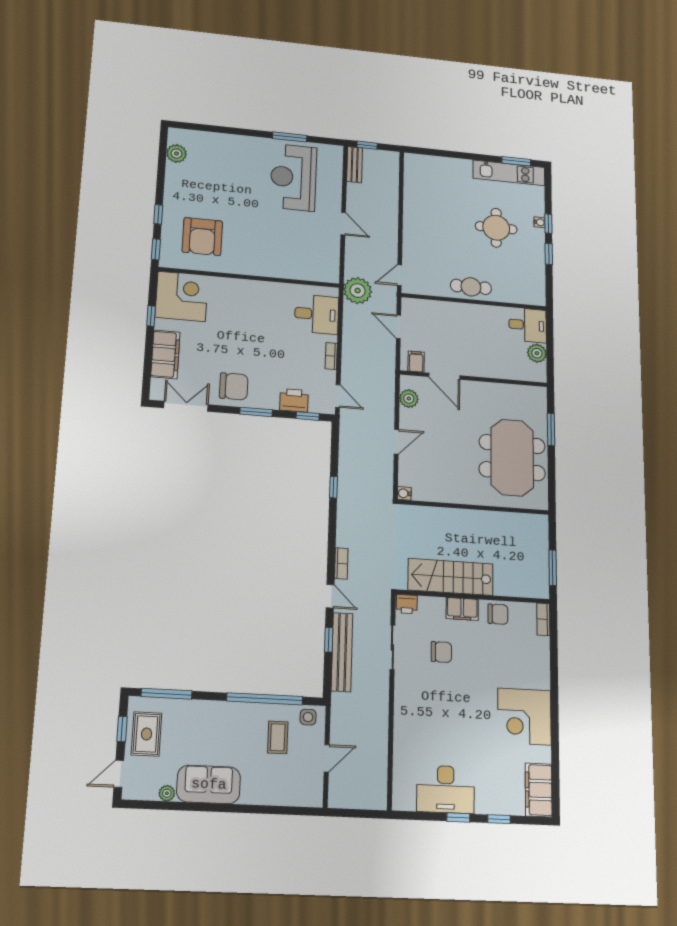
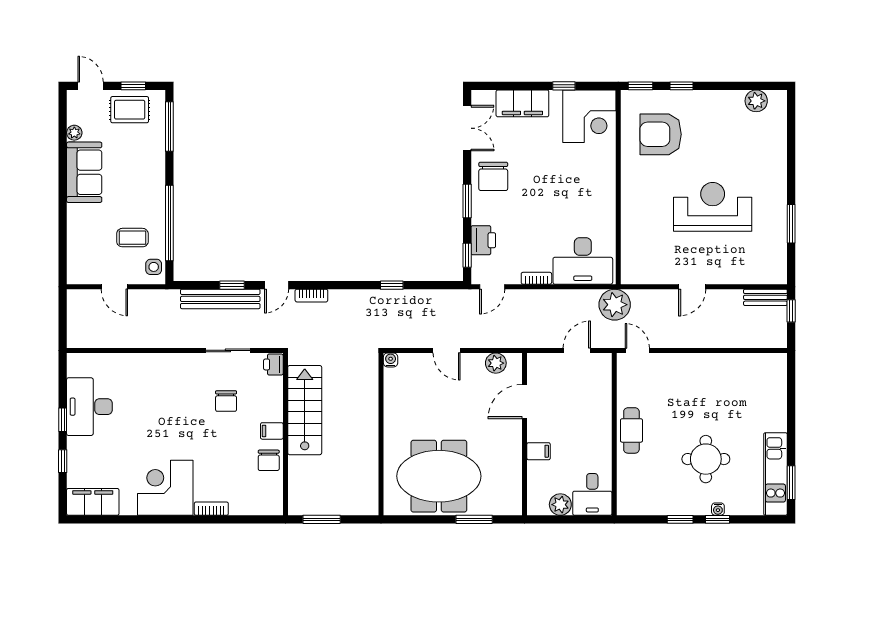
reception desk: (293, 177) -> (713, 207), moved
desk: (317, 314) -> (583, 261), width x1.37
filing cabinet: (416, 362) -> (539, 451), moved
filing cabinet: (462, 609) -> (272, 431), width x0.50
bookcase: (543, 619) -> (211, 509), moved

